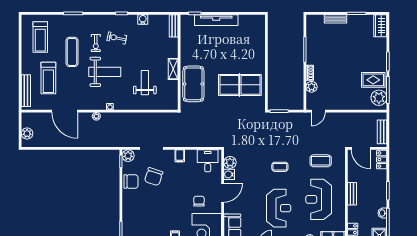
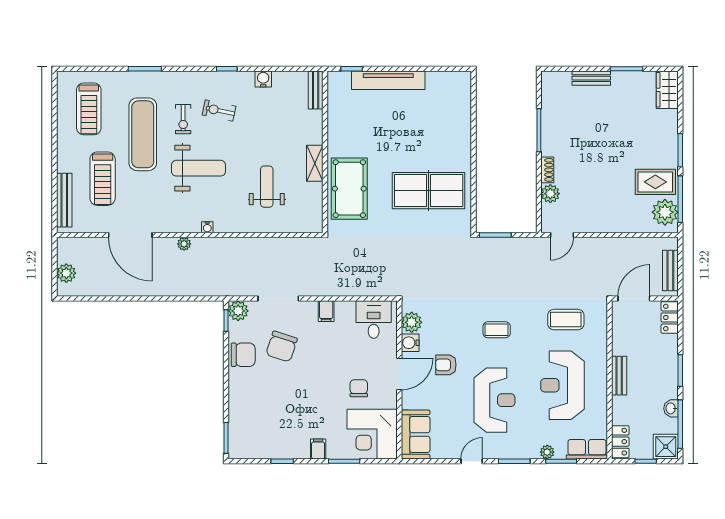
exercise mat: (72, 52) -> (143, 134), width x1.36, depth x1.45
door: (361, 148) -> (634, 299), swing flipped
armchair: (250, 187) -> (446, 365), added

